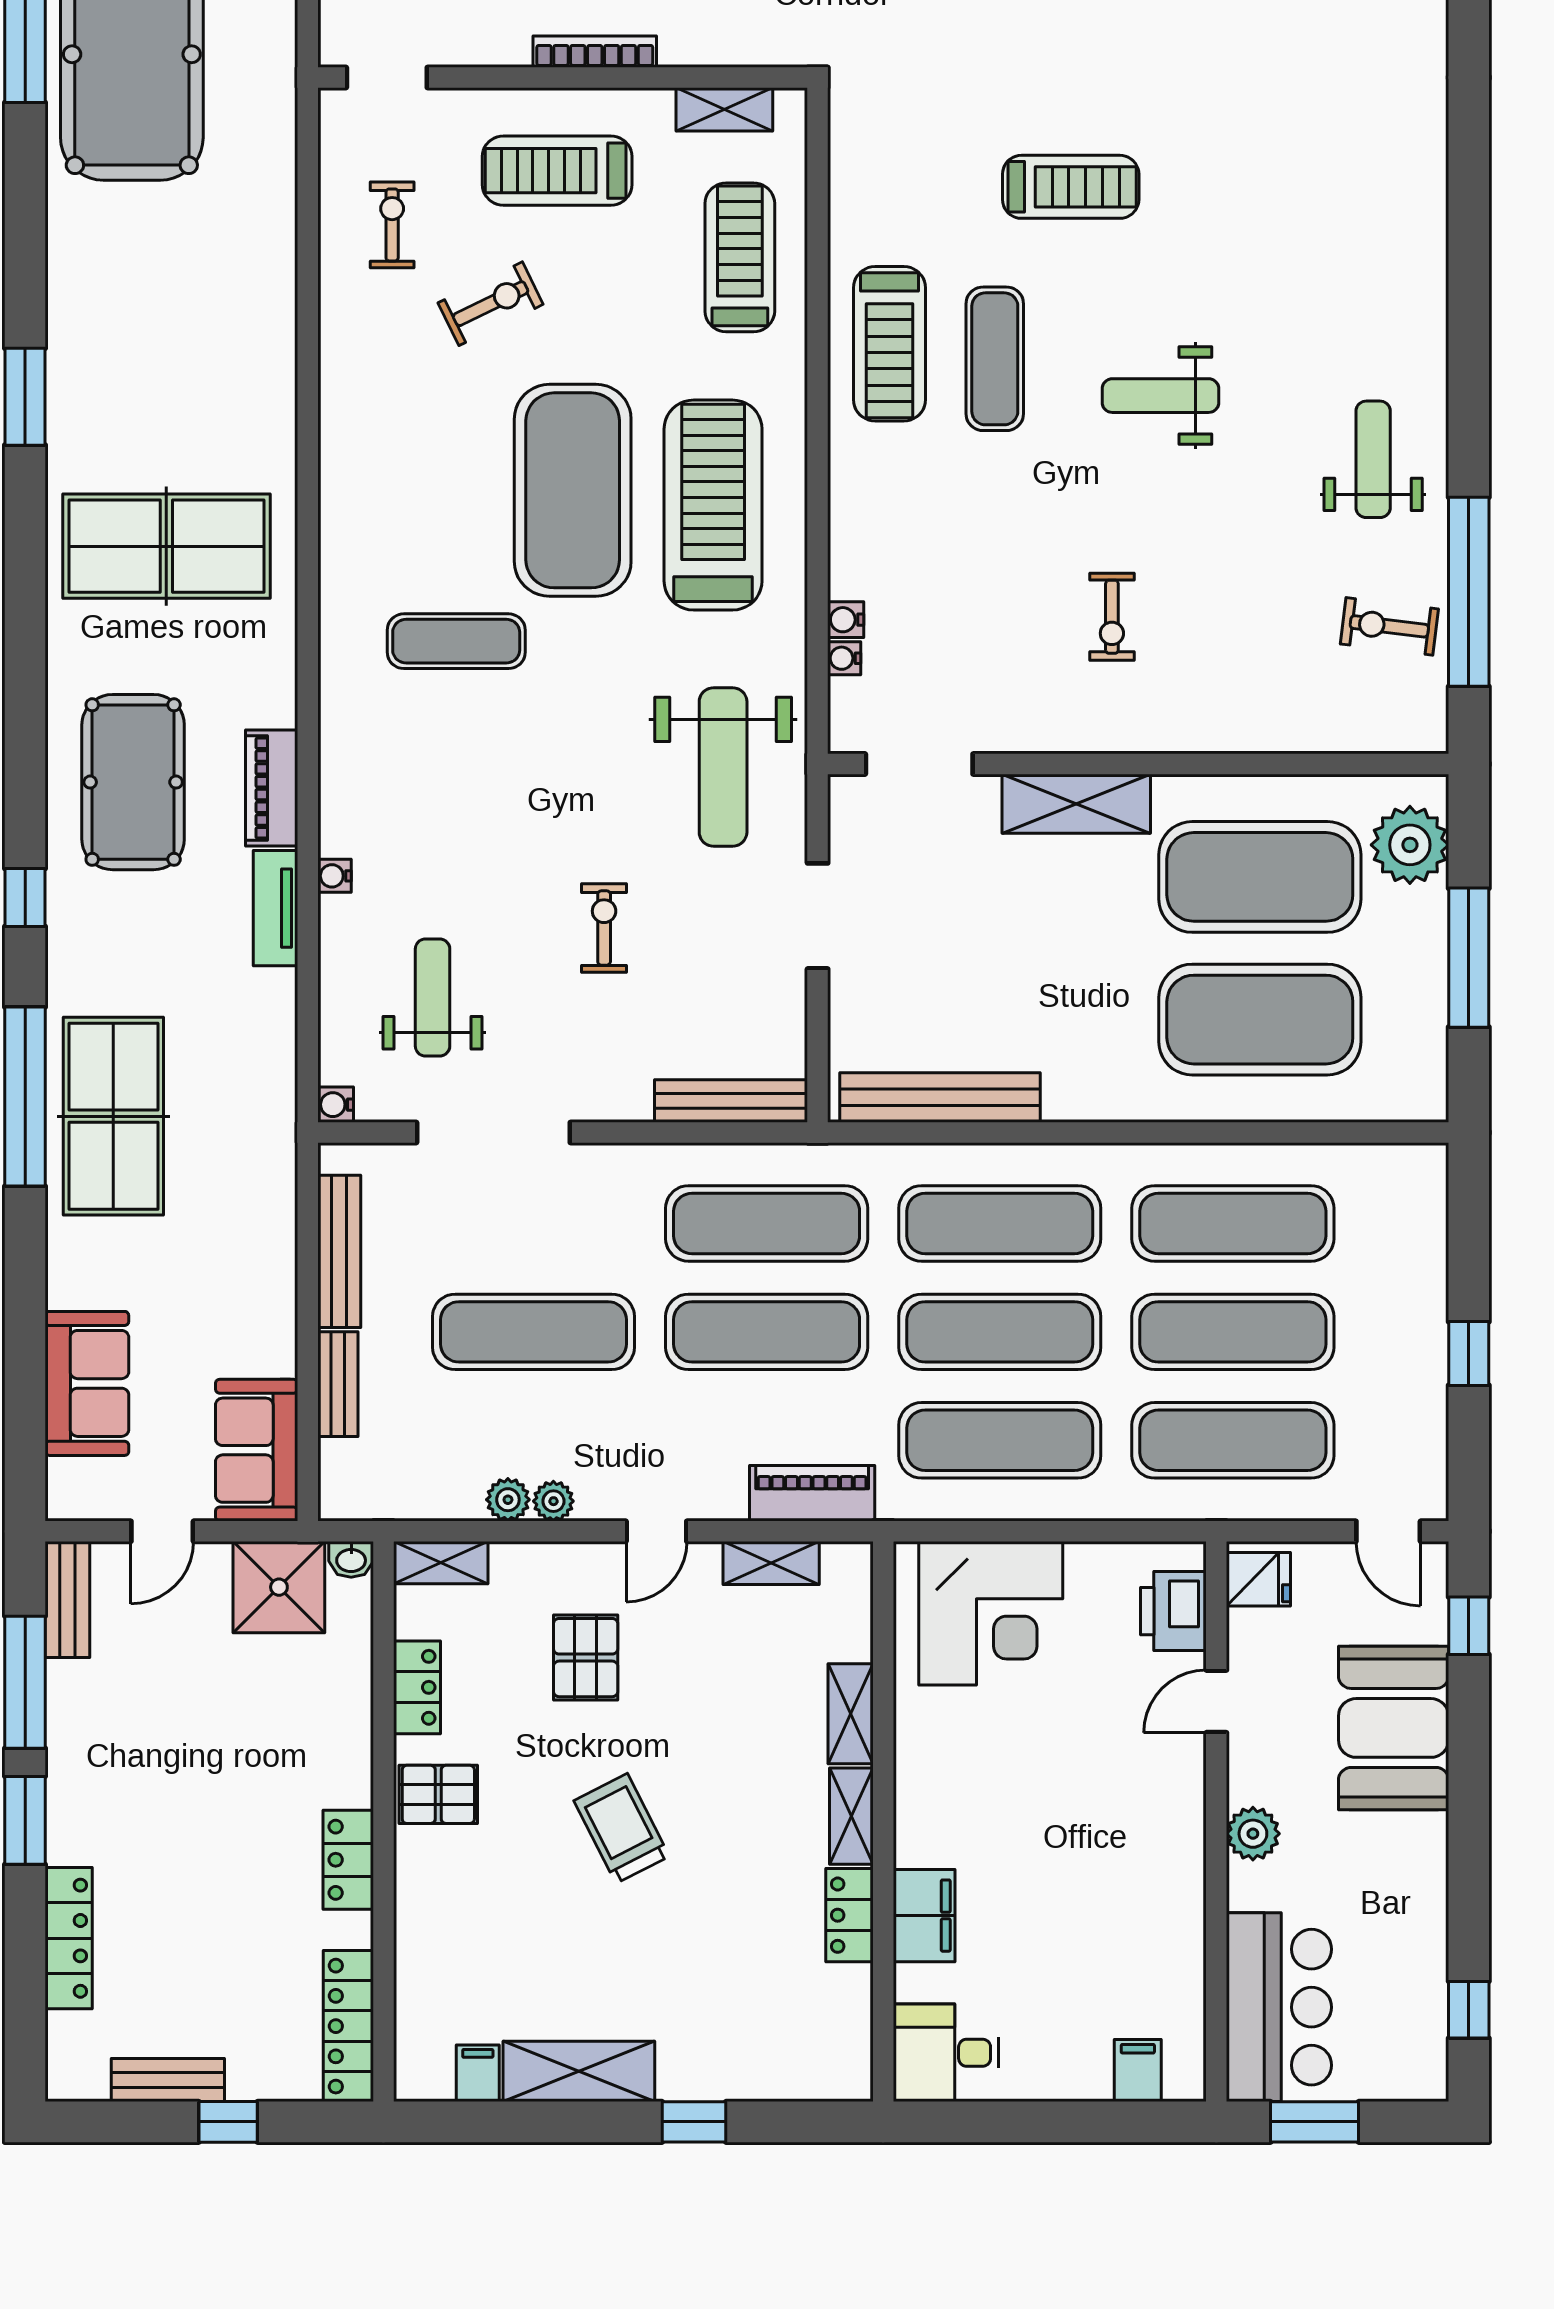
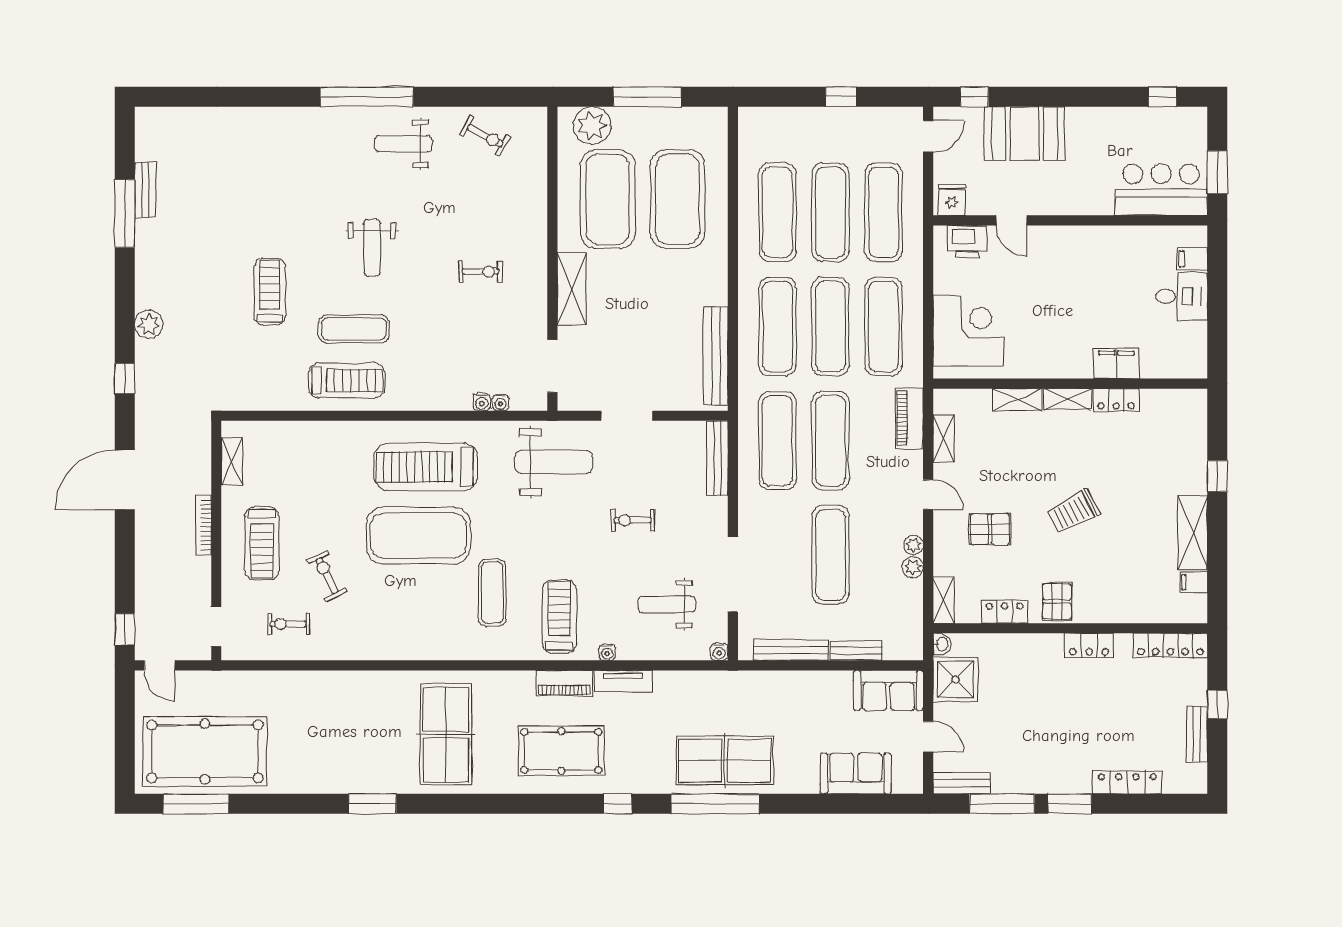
treadmill: (740, 257) -> (559, 617), moved, turned 90
window: (1469, 592) -> (367, 97), moved
exercise bike: (1389, 626) -> (485, 136), turned -69
plant: (1253, 1834) -> (1076, 203), removed
desk: (946, 2053) -> (1182, 296), moved, turned -90

